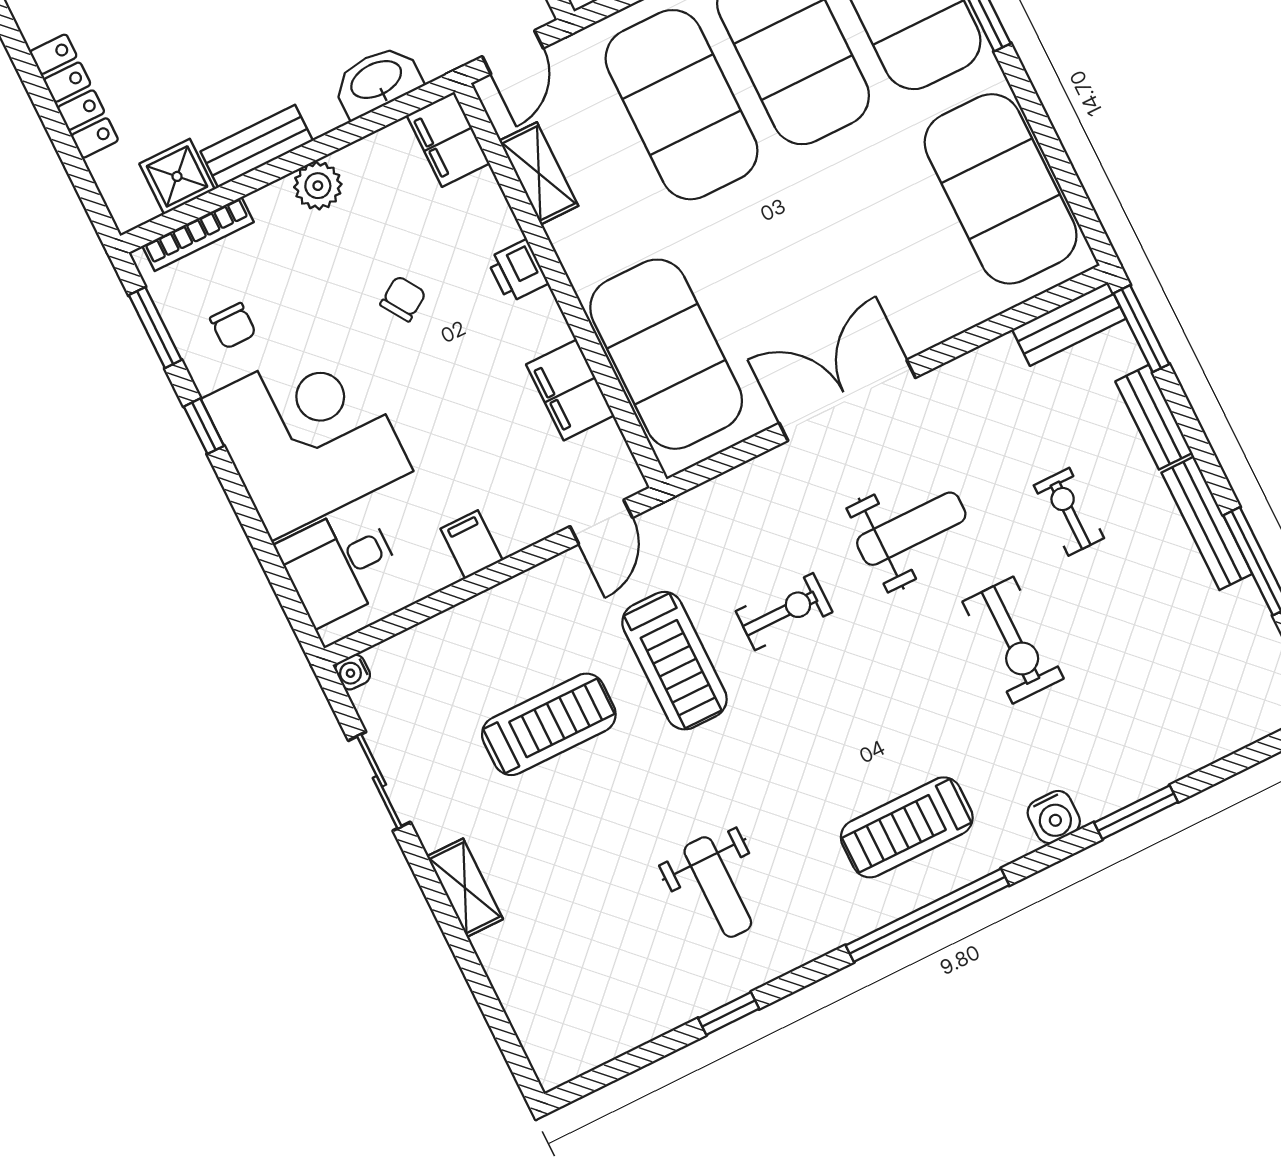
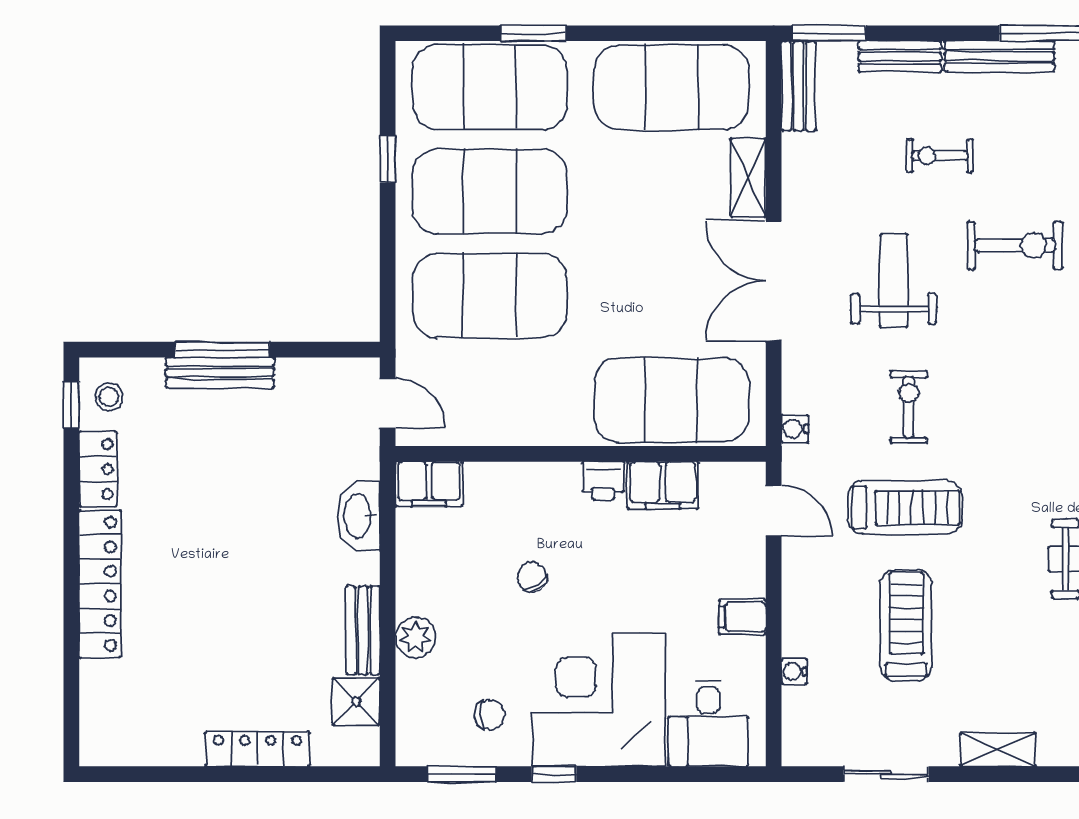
shelving: (539, 173) -> (748, 178), moved, turned 90
plant: (318, 186) -> (415, 637), moved
bookcase: (198, 234) -> (407, 707), removed
printer: (518, 271) -> (603, 481), moved
water cooler: (700, 501) -> (795, 429), added
water cooler: (353, 672) -> (794, 672), moved, turned 90

